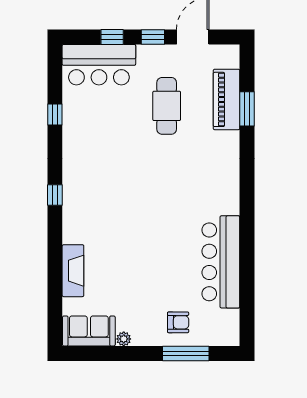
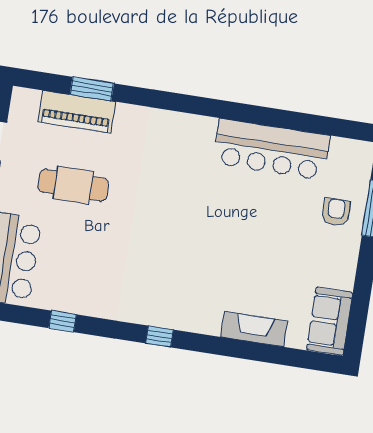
plant: (124, 339) -> (346, 281), removed

